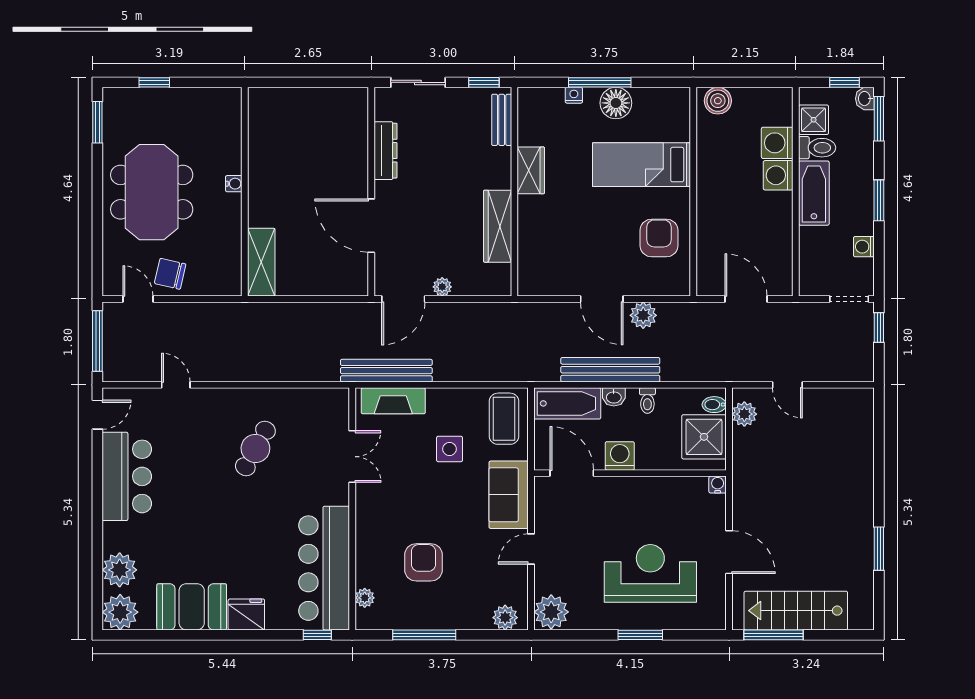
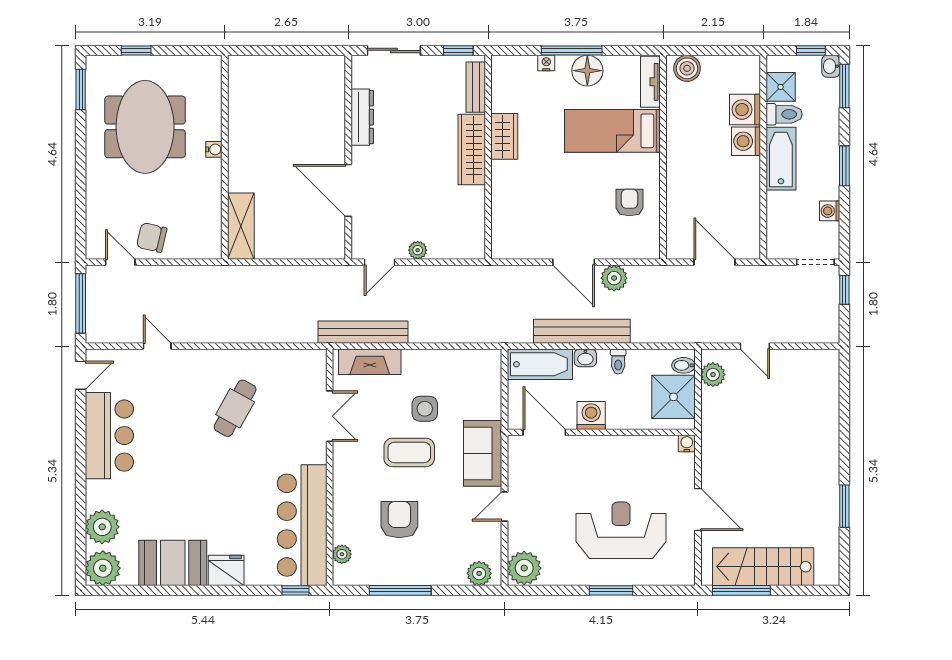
tv unit: (680, 114) -> (650, 82), added
meeting table: (152, 192) -> (145, 127), moved
wardrobe: (498, 226) -> (472, 149), moved
armchair: (659, 238) -> (629, 203), width x0.72, depth x0.72
door: (403, 299) -> (379, 262), width x0.73
coffee table: (504, 419) -> (409, 452), moved, turned 90

